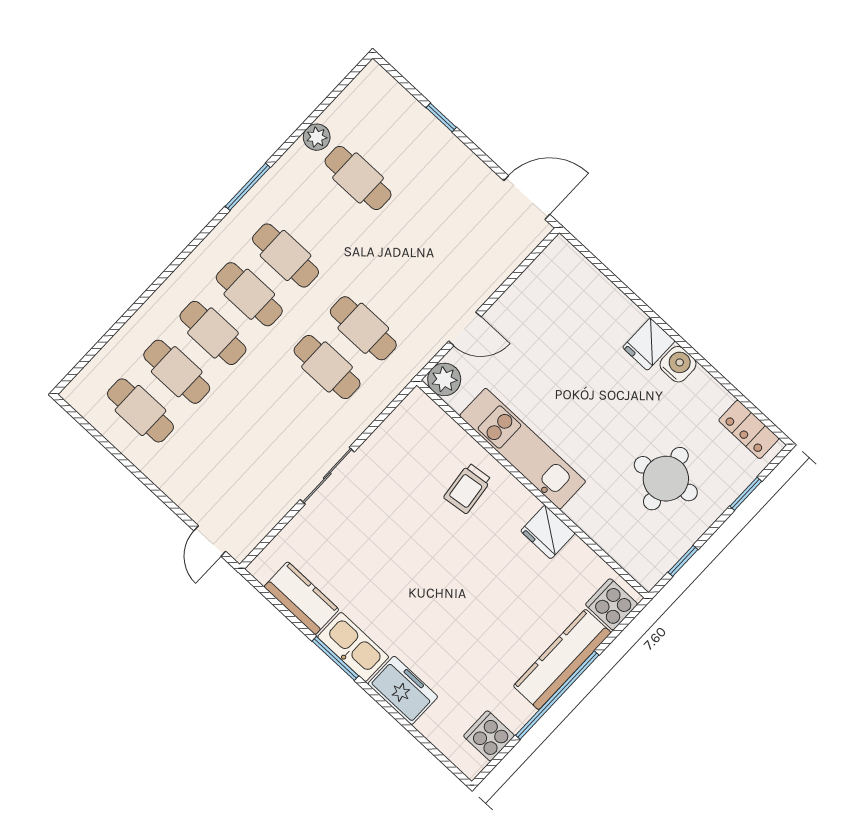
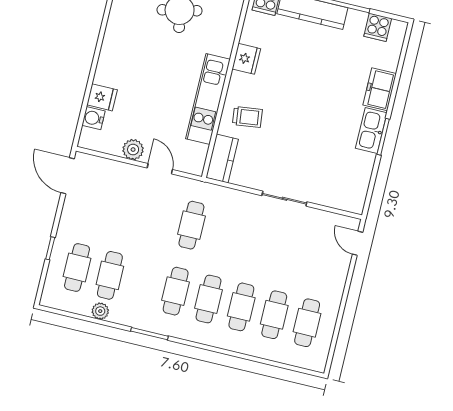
fridge: (649, 344) -> (102, 97), moved
water cooler: (678, 364) -> (93, 118), moved
cafe table: (327, 367) -> (77, 267), moved
plant: (444, 379) -> (133, 150), moved
door: (210, 541) -> (358, 243), swing flipped
kitchen counter: (301, 598) -> (222, 158), moved, turned 180

